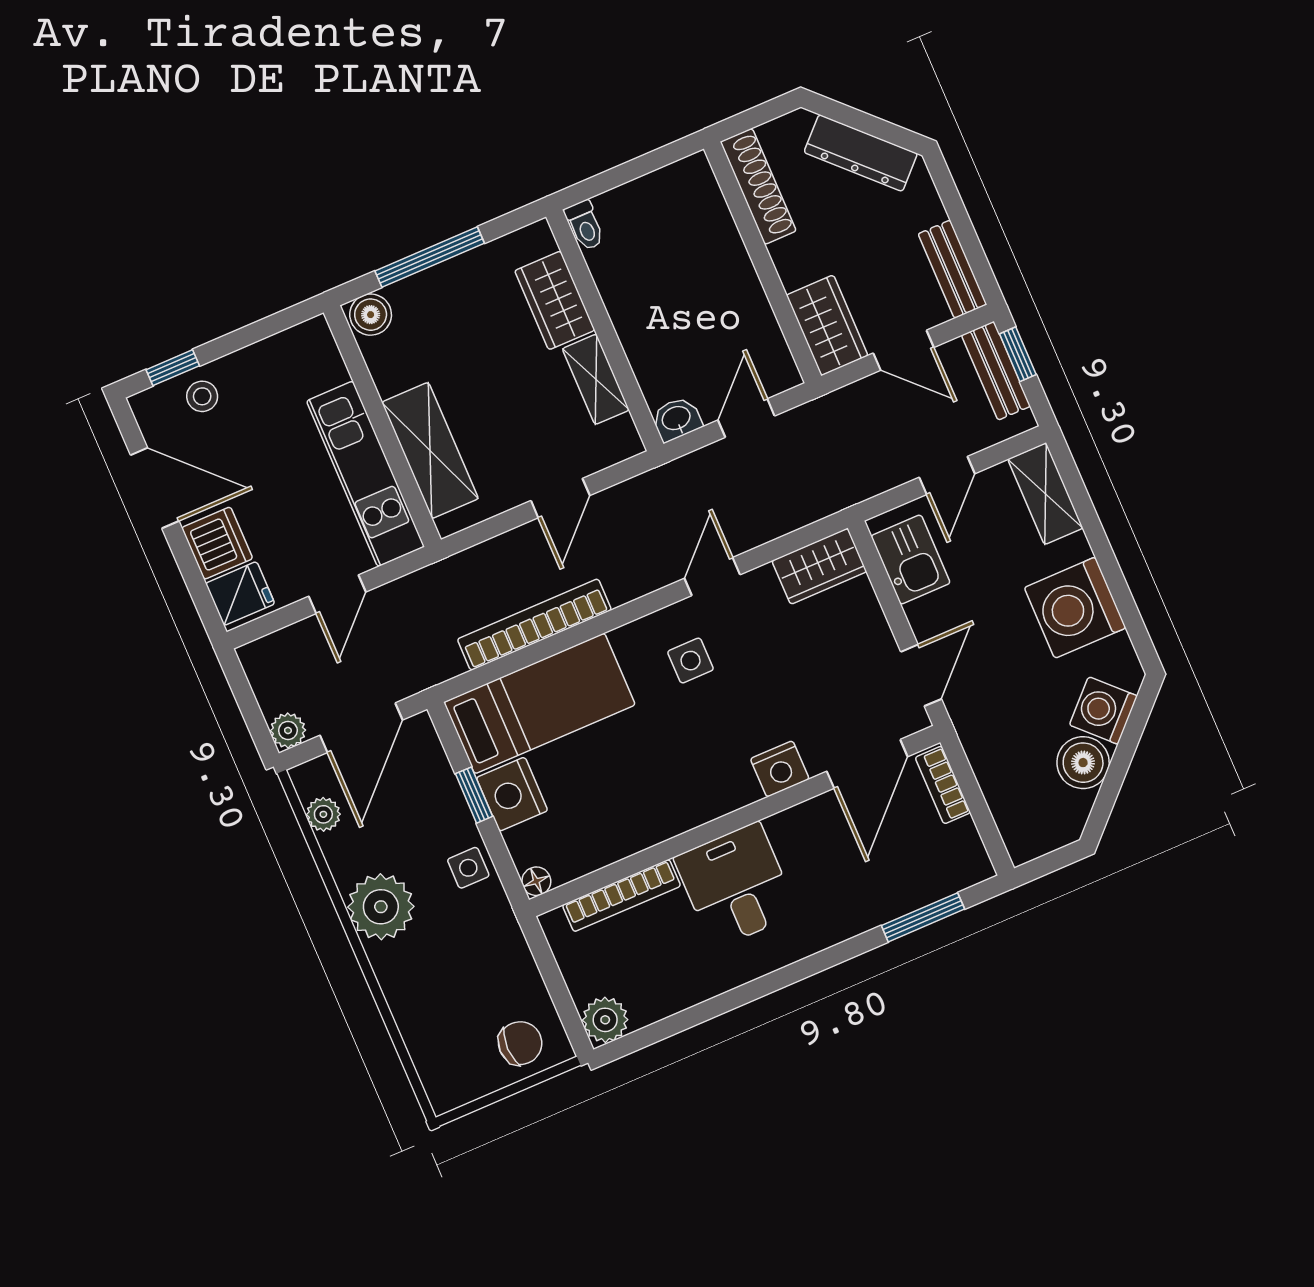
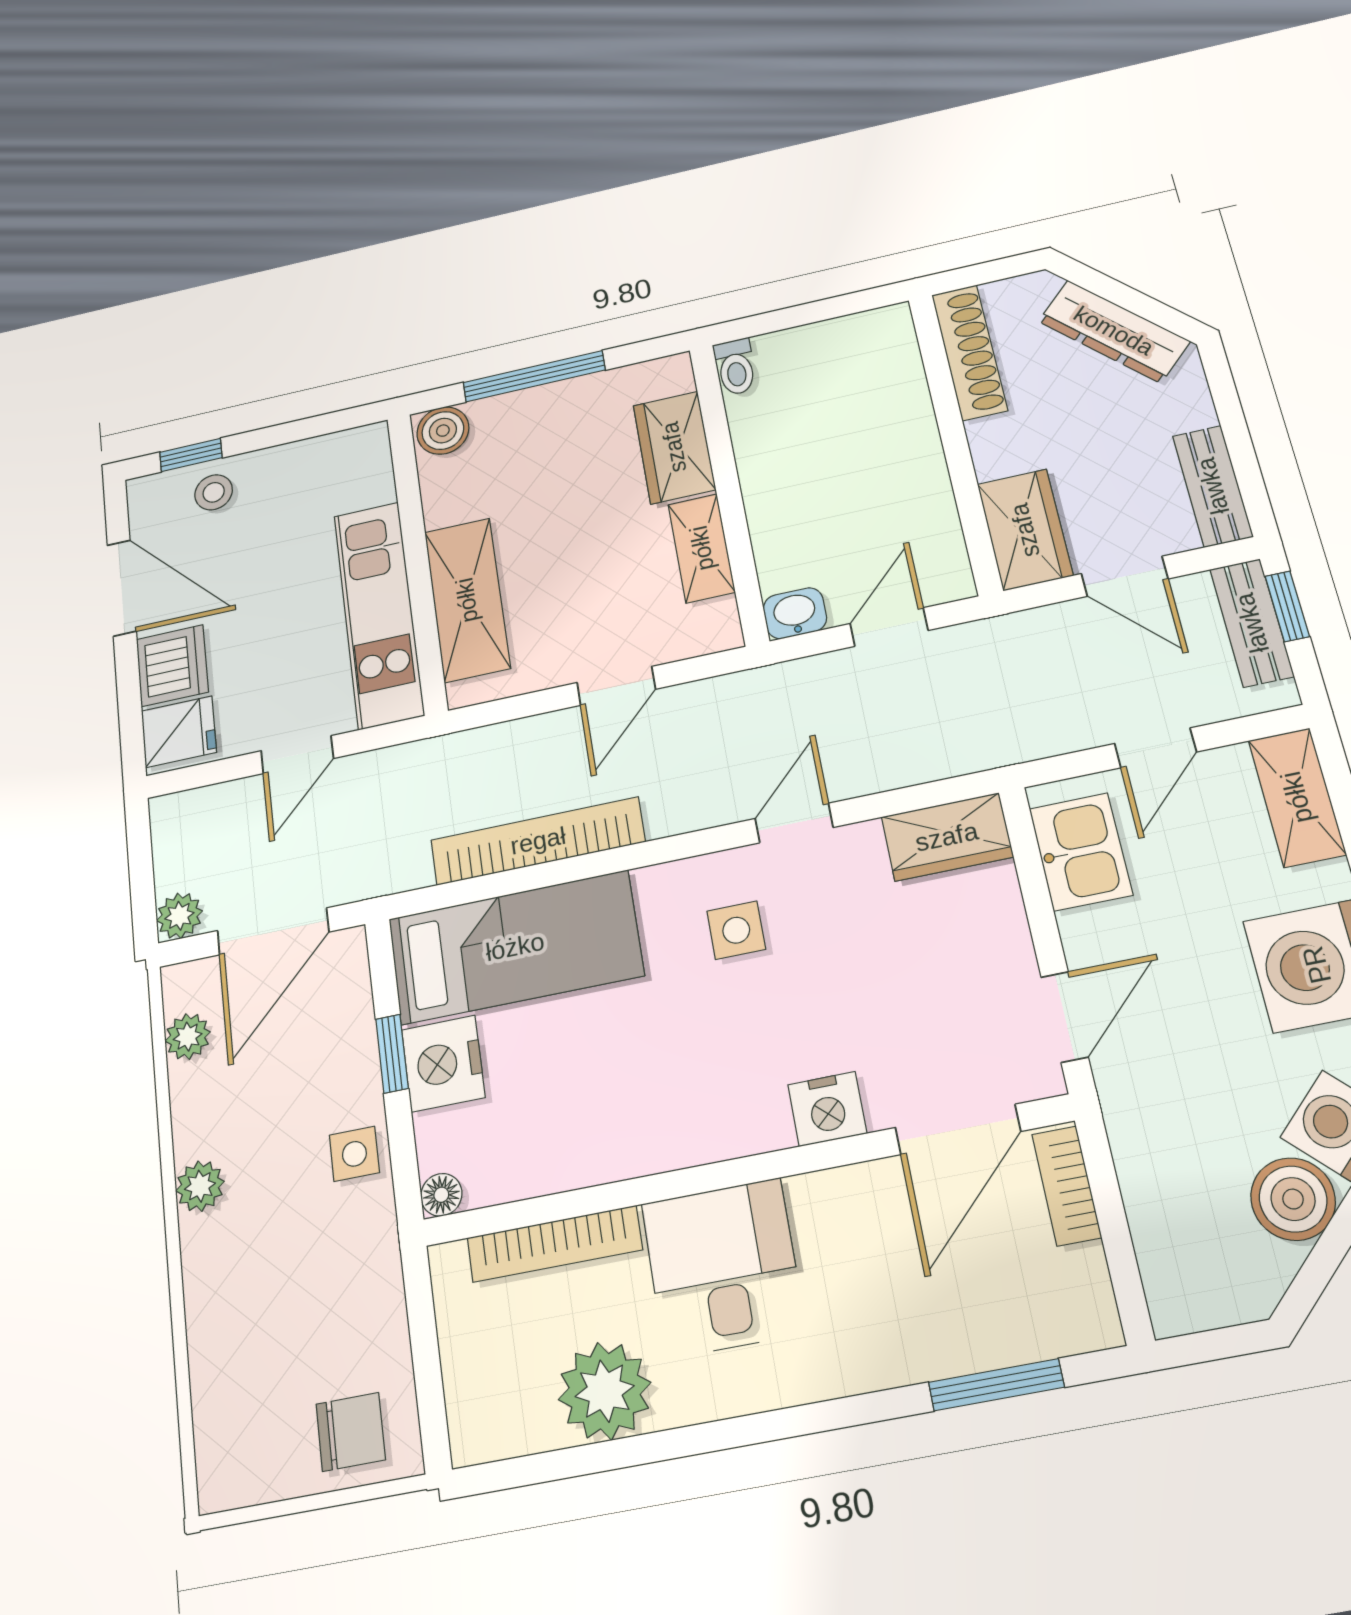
plant: (381, 907) -> (200, 1186), width x0.53, depth x0.53
plant: (605, 1020) -> (605, 1391), moved, width x1.36, depth x1.36

